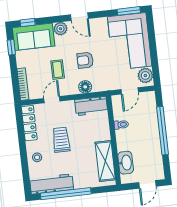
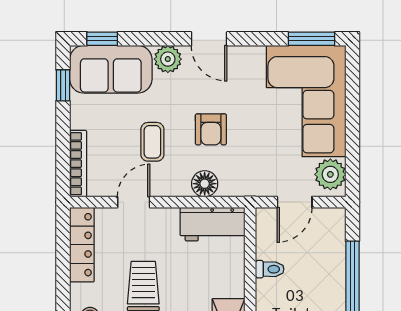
armchair: (85, 60) -> (211, 129), turned -90

